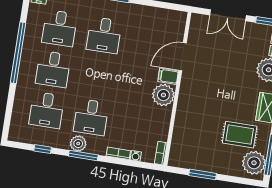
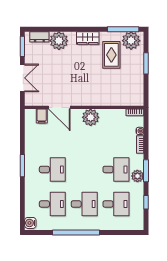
filing cabinet: (168, 76) -> (42, 116), moved
window: (203, 174) -> (146, 63), moved

